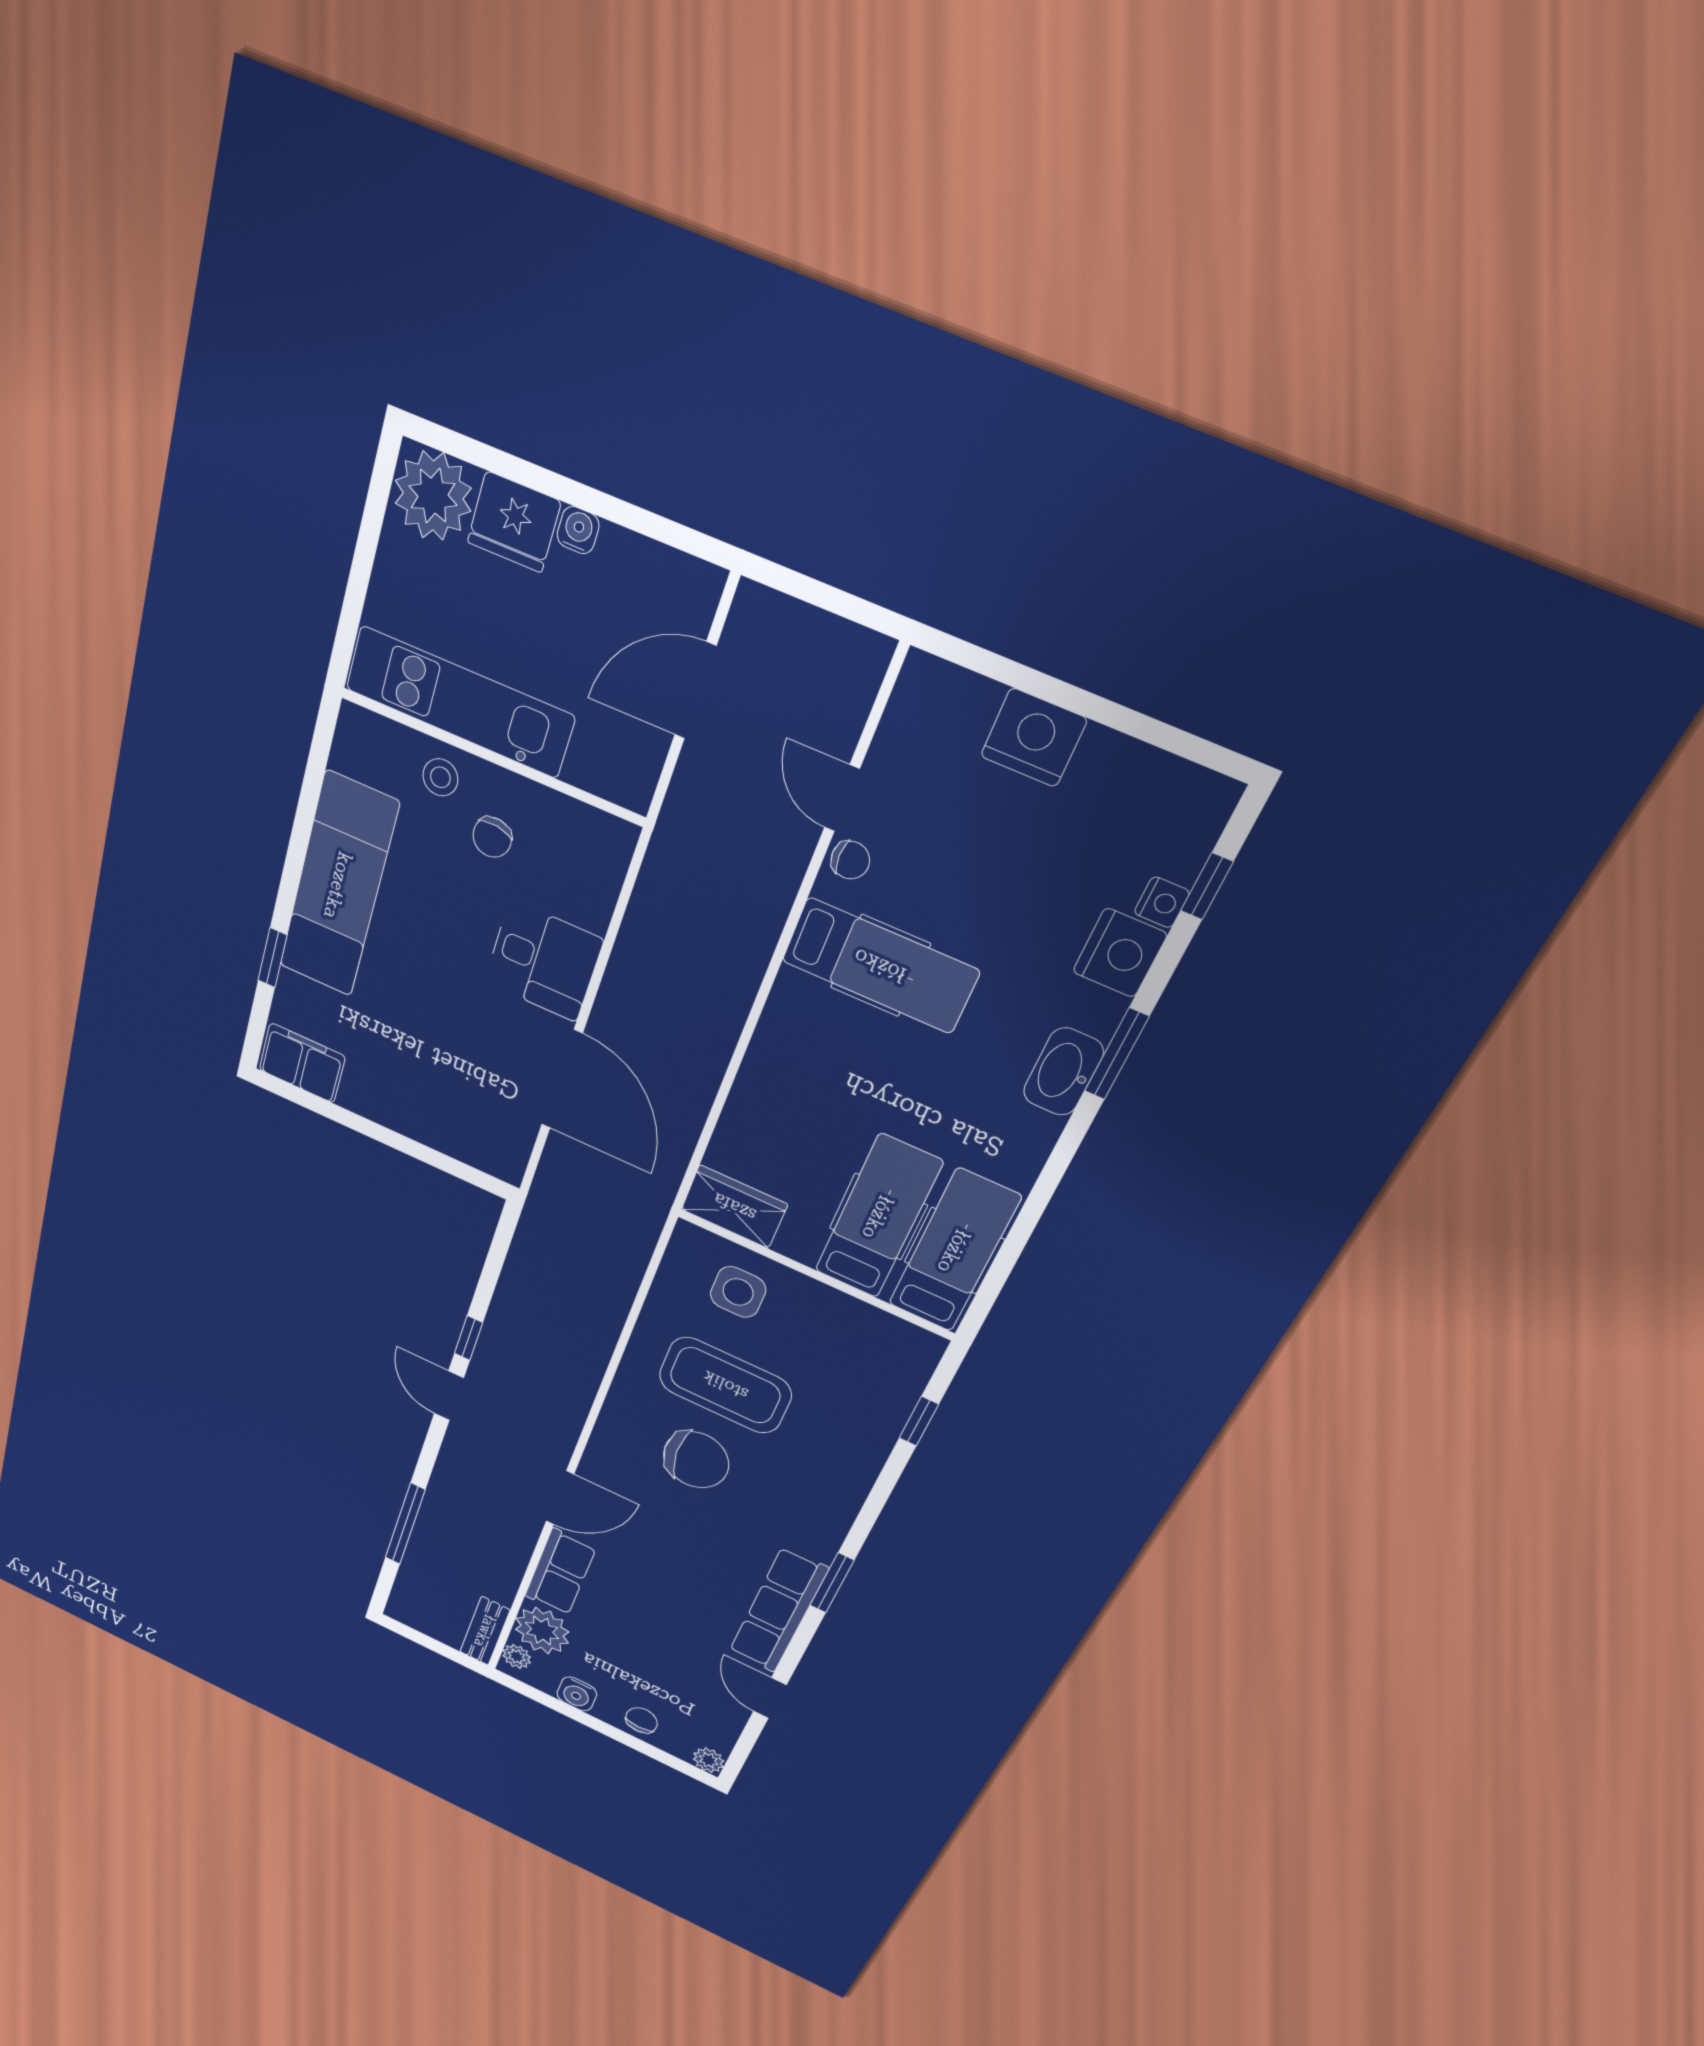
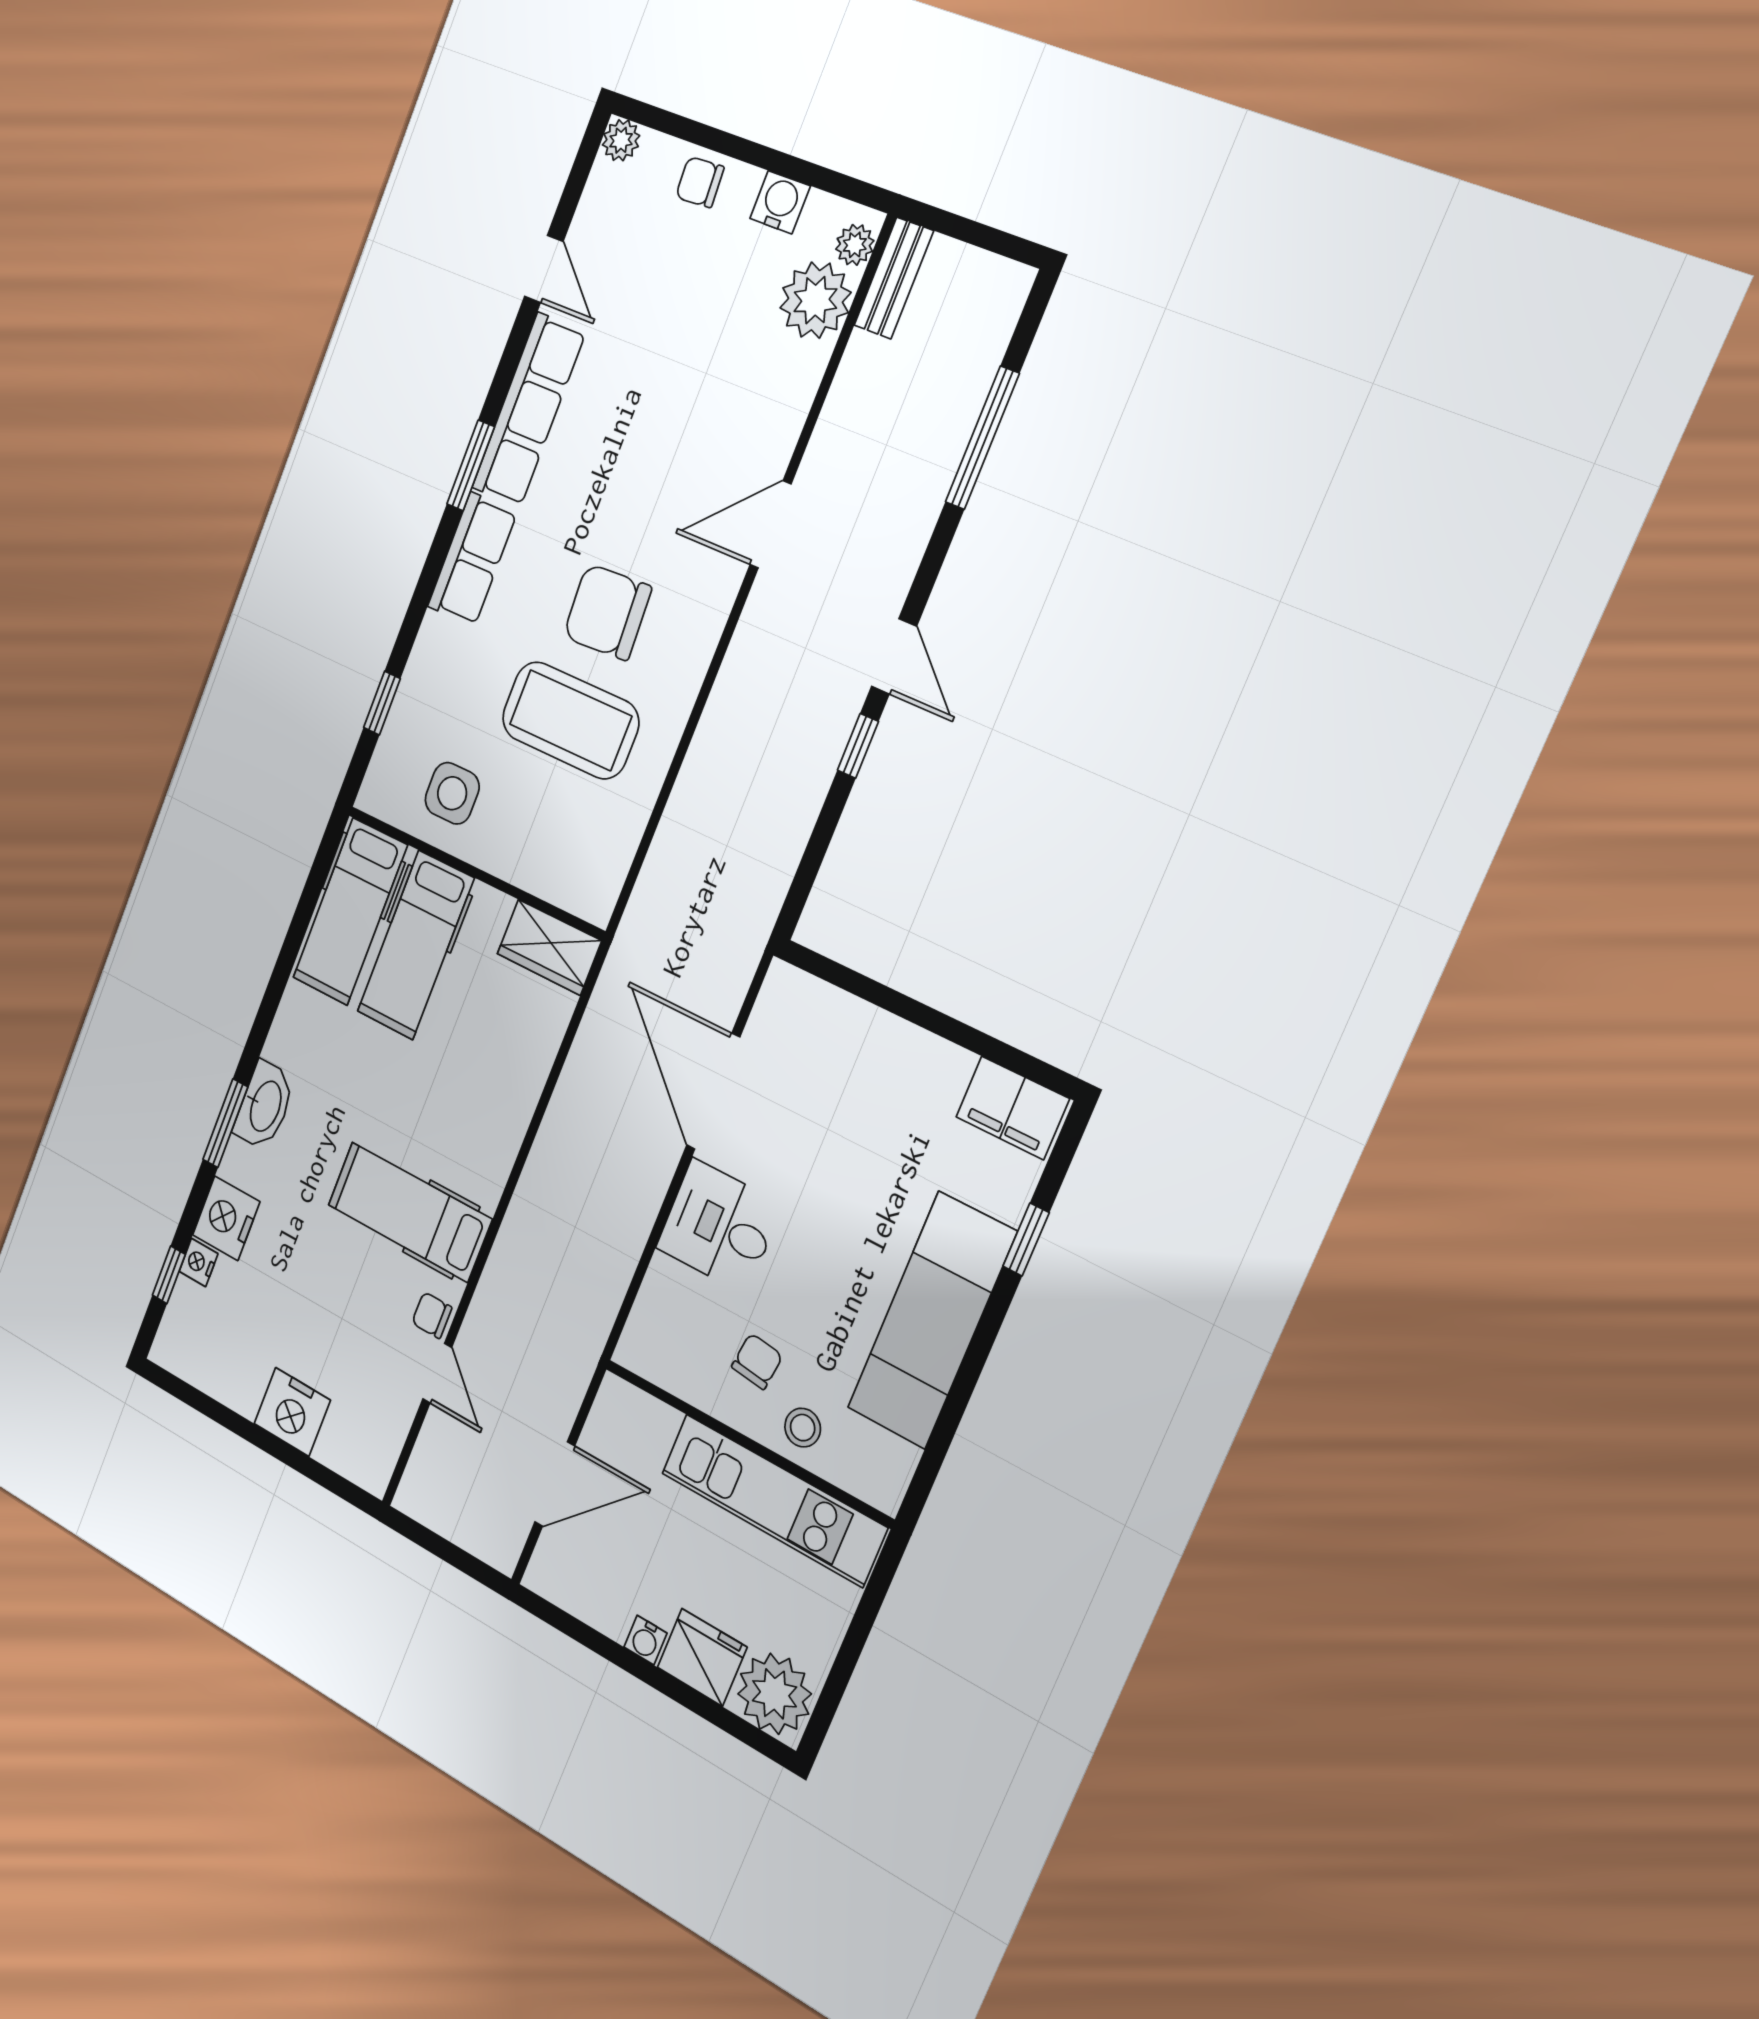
side table: (738, 1292) -> (452, 793), moved
row of seats: (560, 1572) -> (472, 559), moved, turned 180
chair: (642, 1720) -> (700, 182), turned 87

